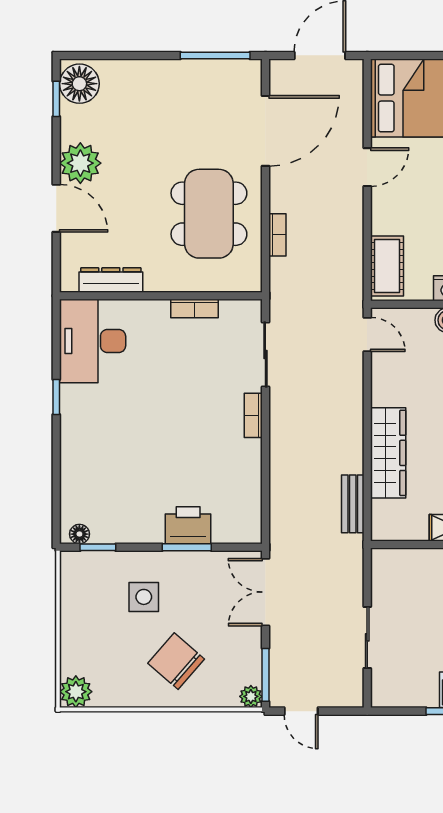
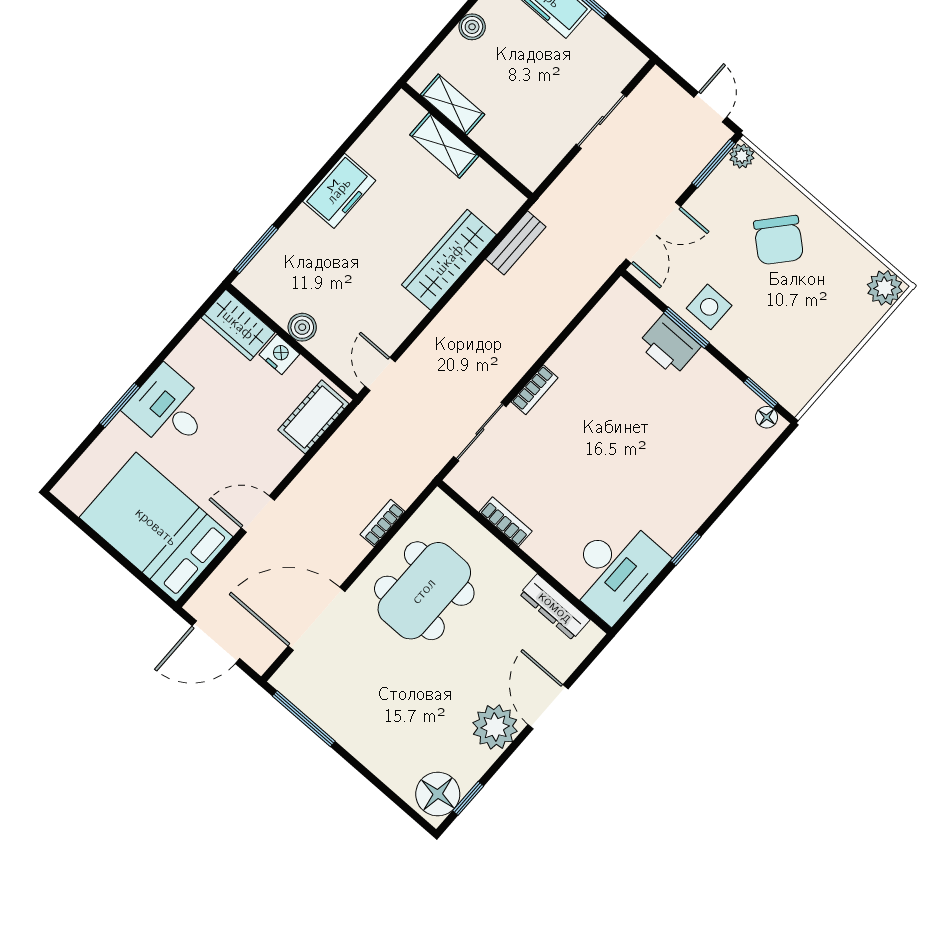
side table: (144, 597) -> (709, 307), moved

